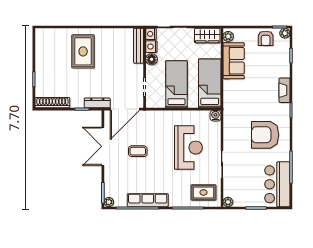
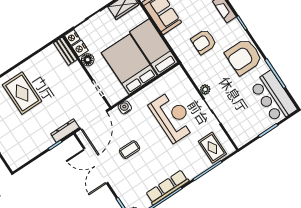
bench: (138, 46) -> (65, 51), width x0.73
bed: (176, 84) -> (129, 64), width x1.50
shoe rack: (52, 103) -> (25, 157), removed
armchair: (251, 105) -> (204, 42), added
water cooler: (215, 116) -> (125, 107), moved
armchair: (265, 135) -> (244, 57), moved
rug: (203, 192) -> (212, 148), turned 90
plant: (228, 202) -> (205, 89), moved

